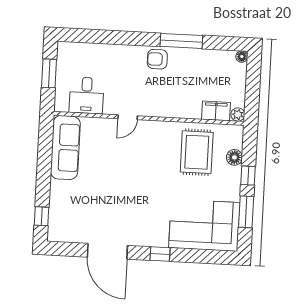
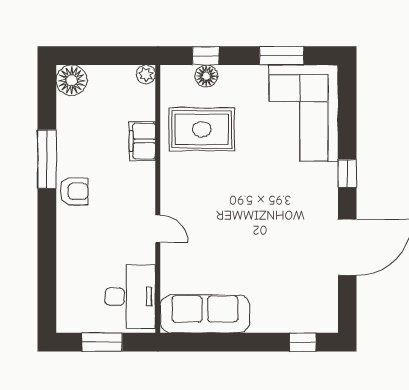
floor lamp: (242, 57) -> (72, 80), width x1.89, depth x1.89
armchair: (157, 59) -> (74, 191), turned -90
desk: (87, 95) -> (130, 297), width x1.37
filing cabinet: (216, 111) -> (142, 141), moved
window: (248, 176) -> (206, 56), moved

